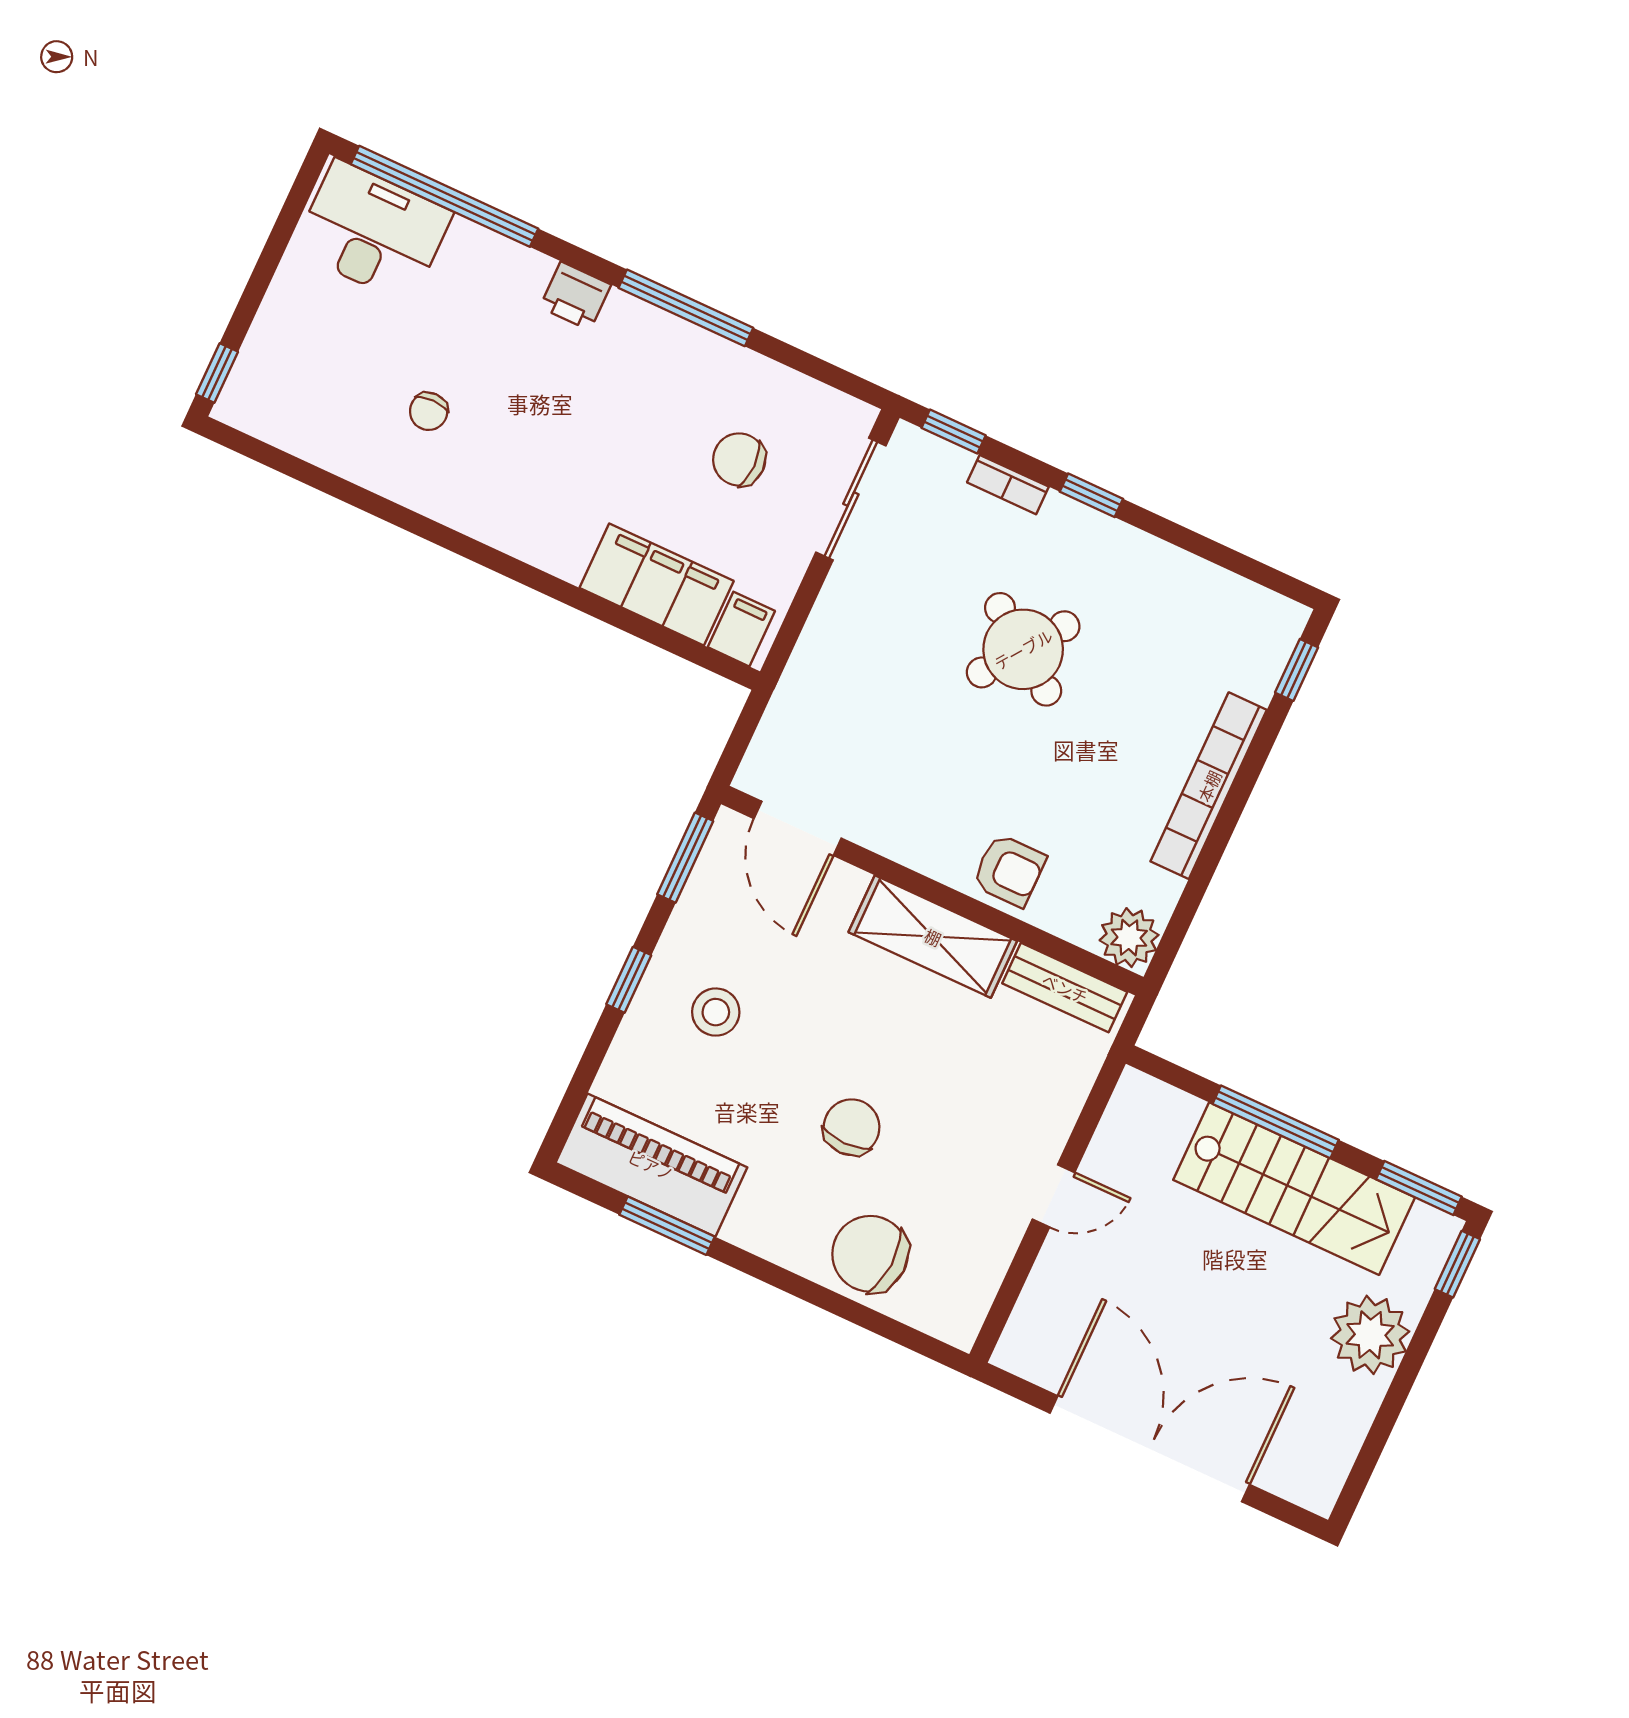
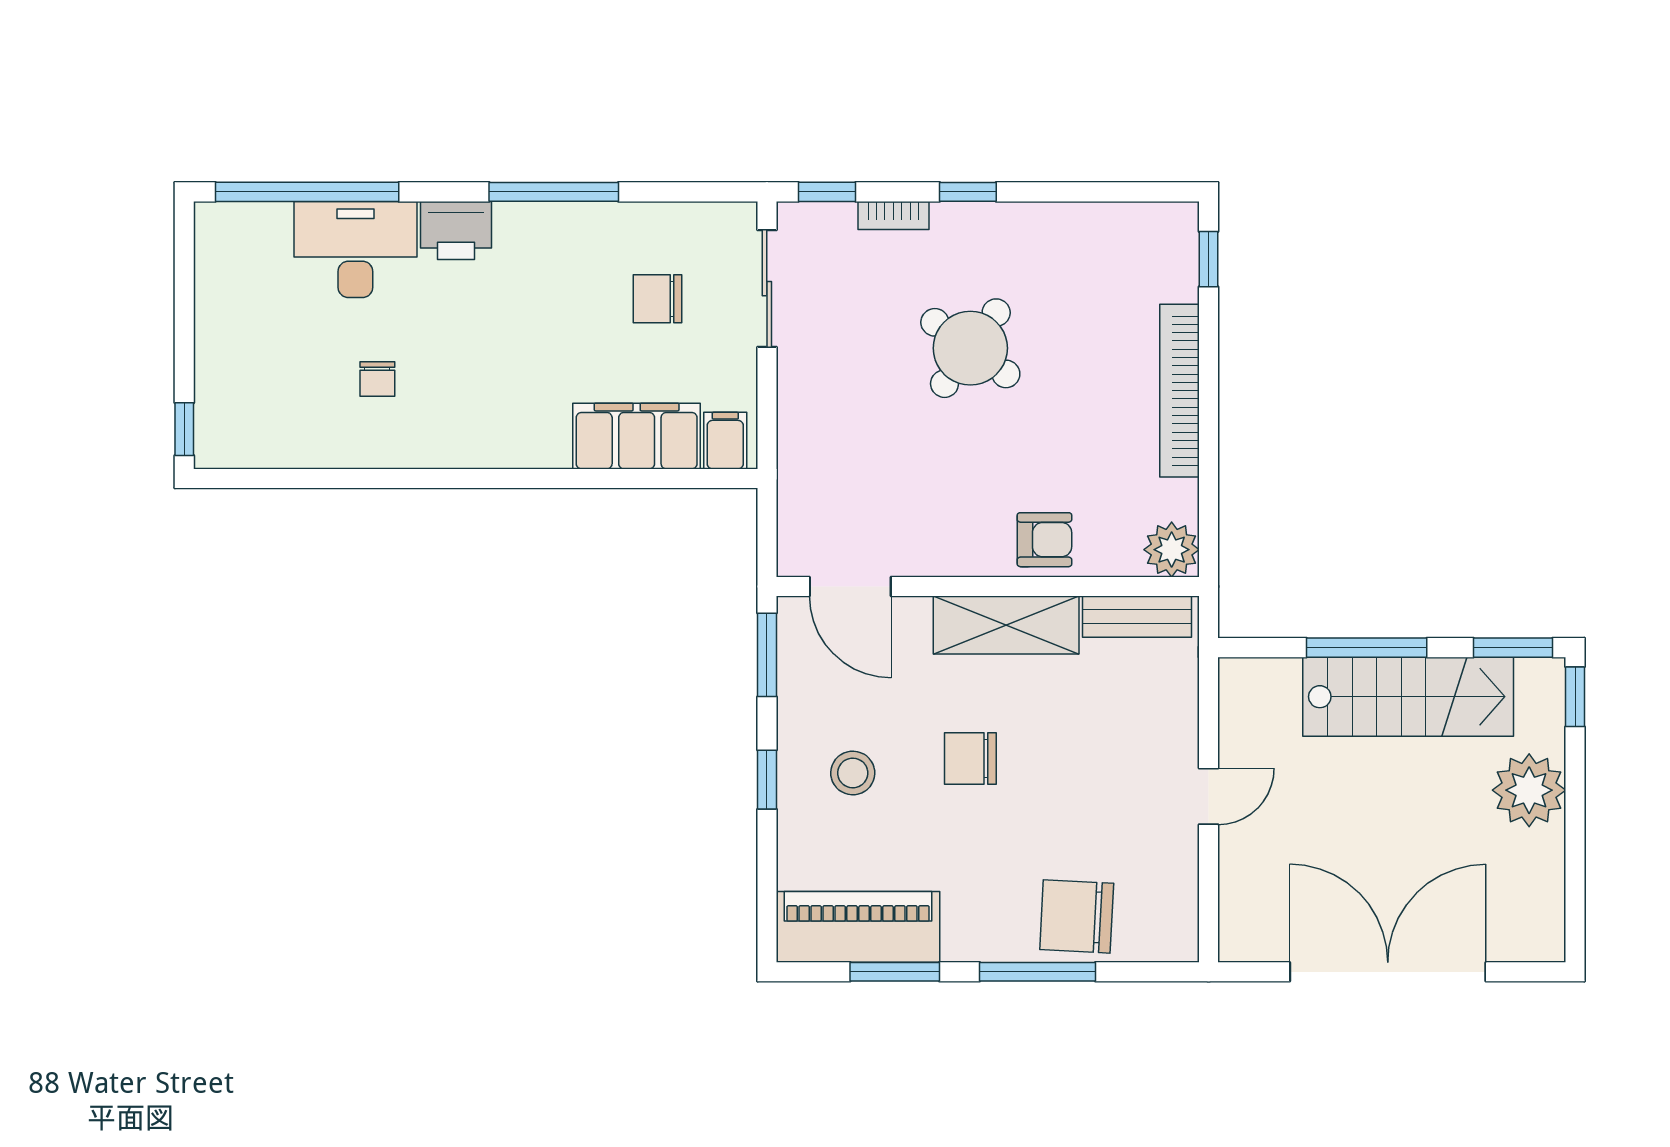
desk: (373, 232) -> (355, 250), moved
printer: (575, 296) -> (456, 230), width x1.36, depth x1.24
chair: (852, 1127) -> (970, 758), moved, turned -90
window: (807, 1290) -> (1037, 972), added

